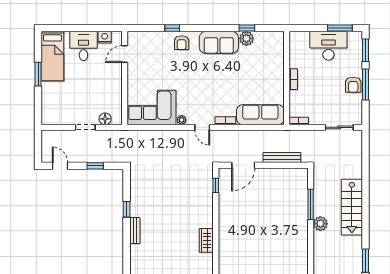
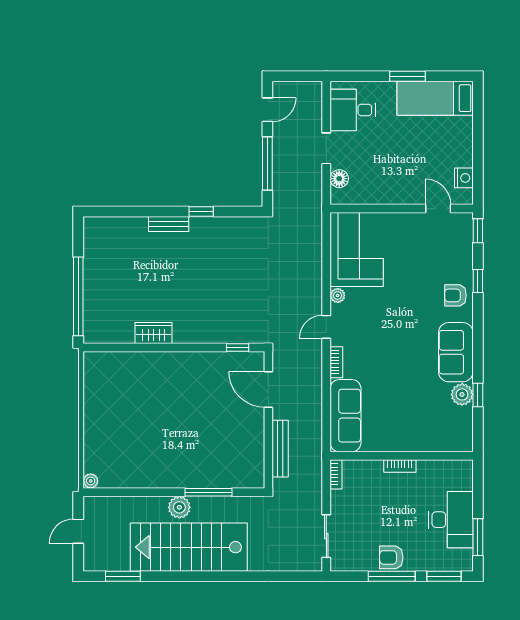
window: (139, 28) -> (478, 231), added
desk: (83, 46) -> (353, 110), moved, turned 180
window: (95, 166) -> (267, 163), width x2.17
stairs: (352, 207) -> (189, 547), width x1.36, depth x1.51

